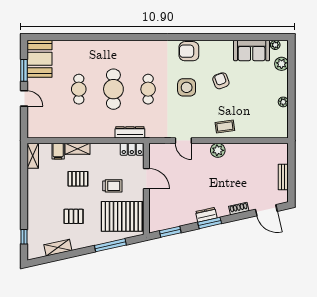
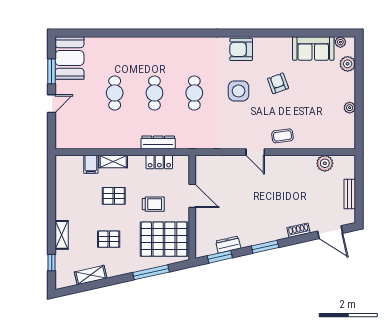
cafe table: (113, 89) -> (154, 93), width x0.73, depth x0.74
door: (24, 98) -> (52, 104), hinge flipped
dresser: (130, 132) -> (158, 143), moved
door: (183, 141) -> (255, 152), moved
locker: (132, 149) -> (159, 162), moved
plant: (218, 150) -> (325, 163), moved
shelving: (33, 156) -> (62, 235), moved
dresser: (206, 215) -> (228, 245), moved

